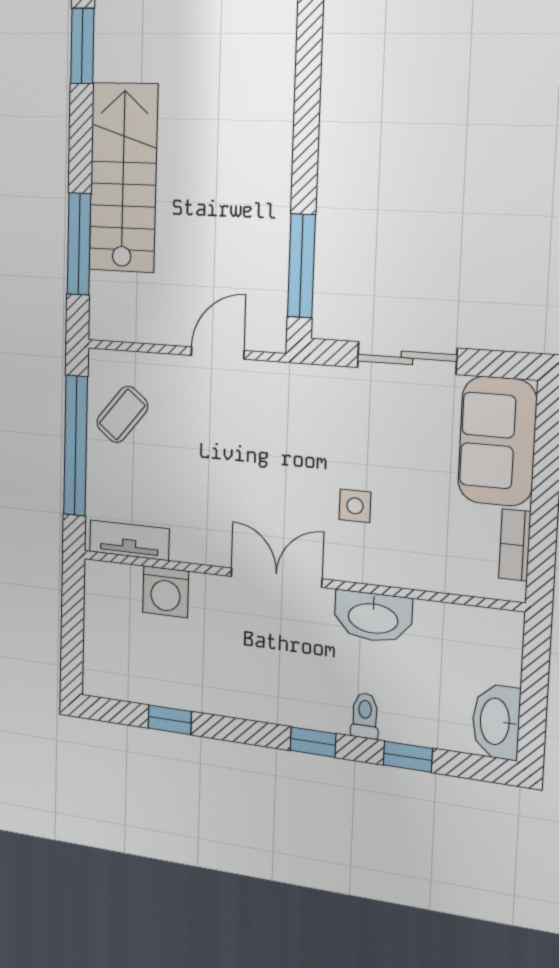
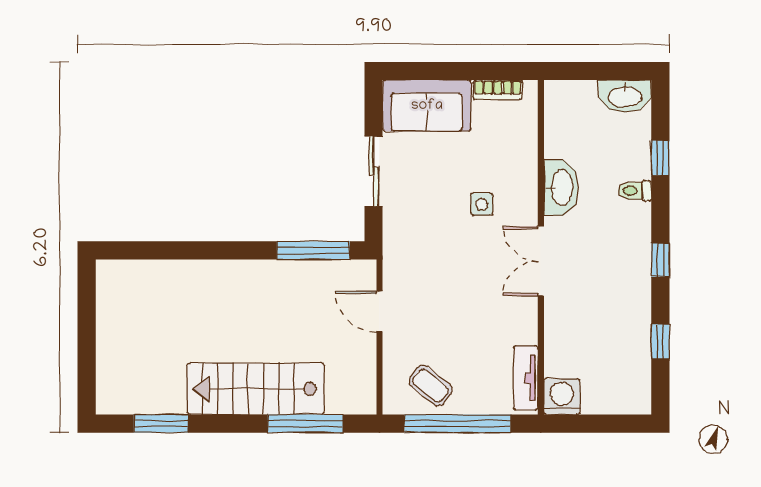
washing machine: (166, 592) -> (562, 397), moved, turned -90
window: (313, 742) -> (660, 260), moved

